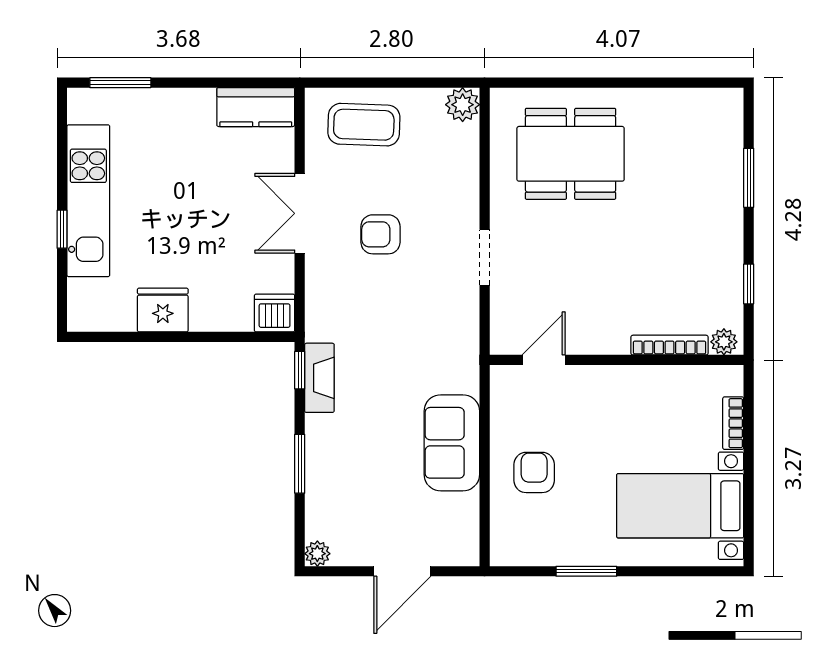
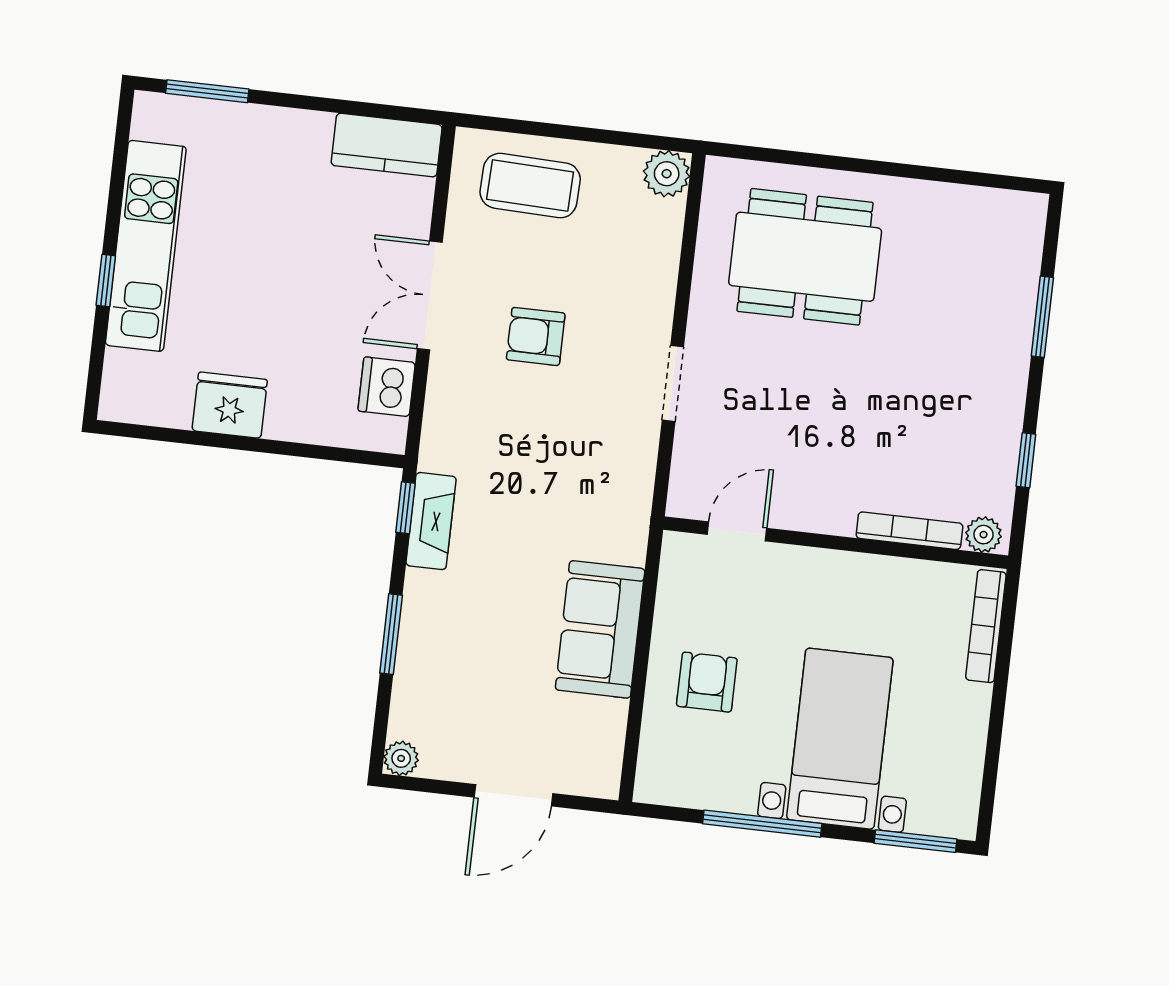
dishwasher: (275, 313) -> (387, 387), moved, turned -90
bookcase: (733, 423) -> (986, 626), width x1.56
bed with nightstands: (680, 506) -> (840, 739), moved, turned 90
window: (586, 571) -> (762, 824), width x1.44
window: (700, 571) -> (916, 841), added

